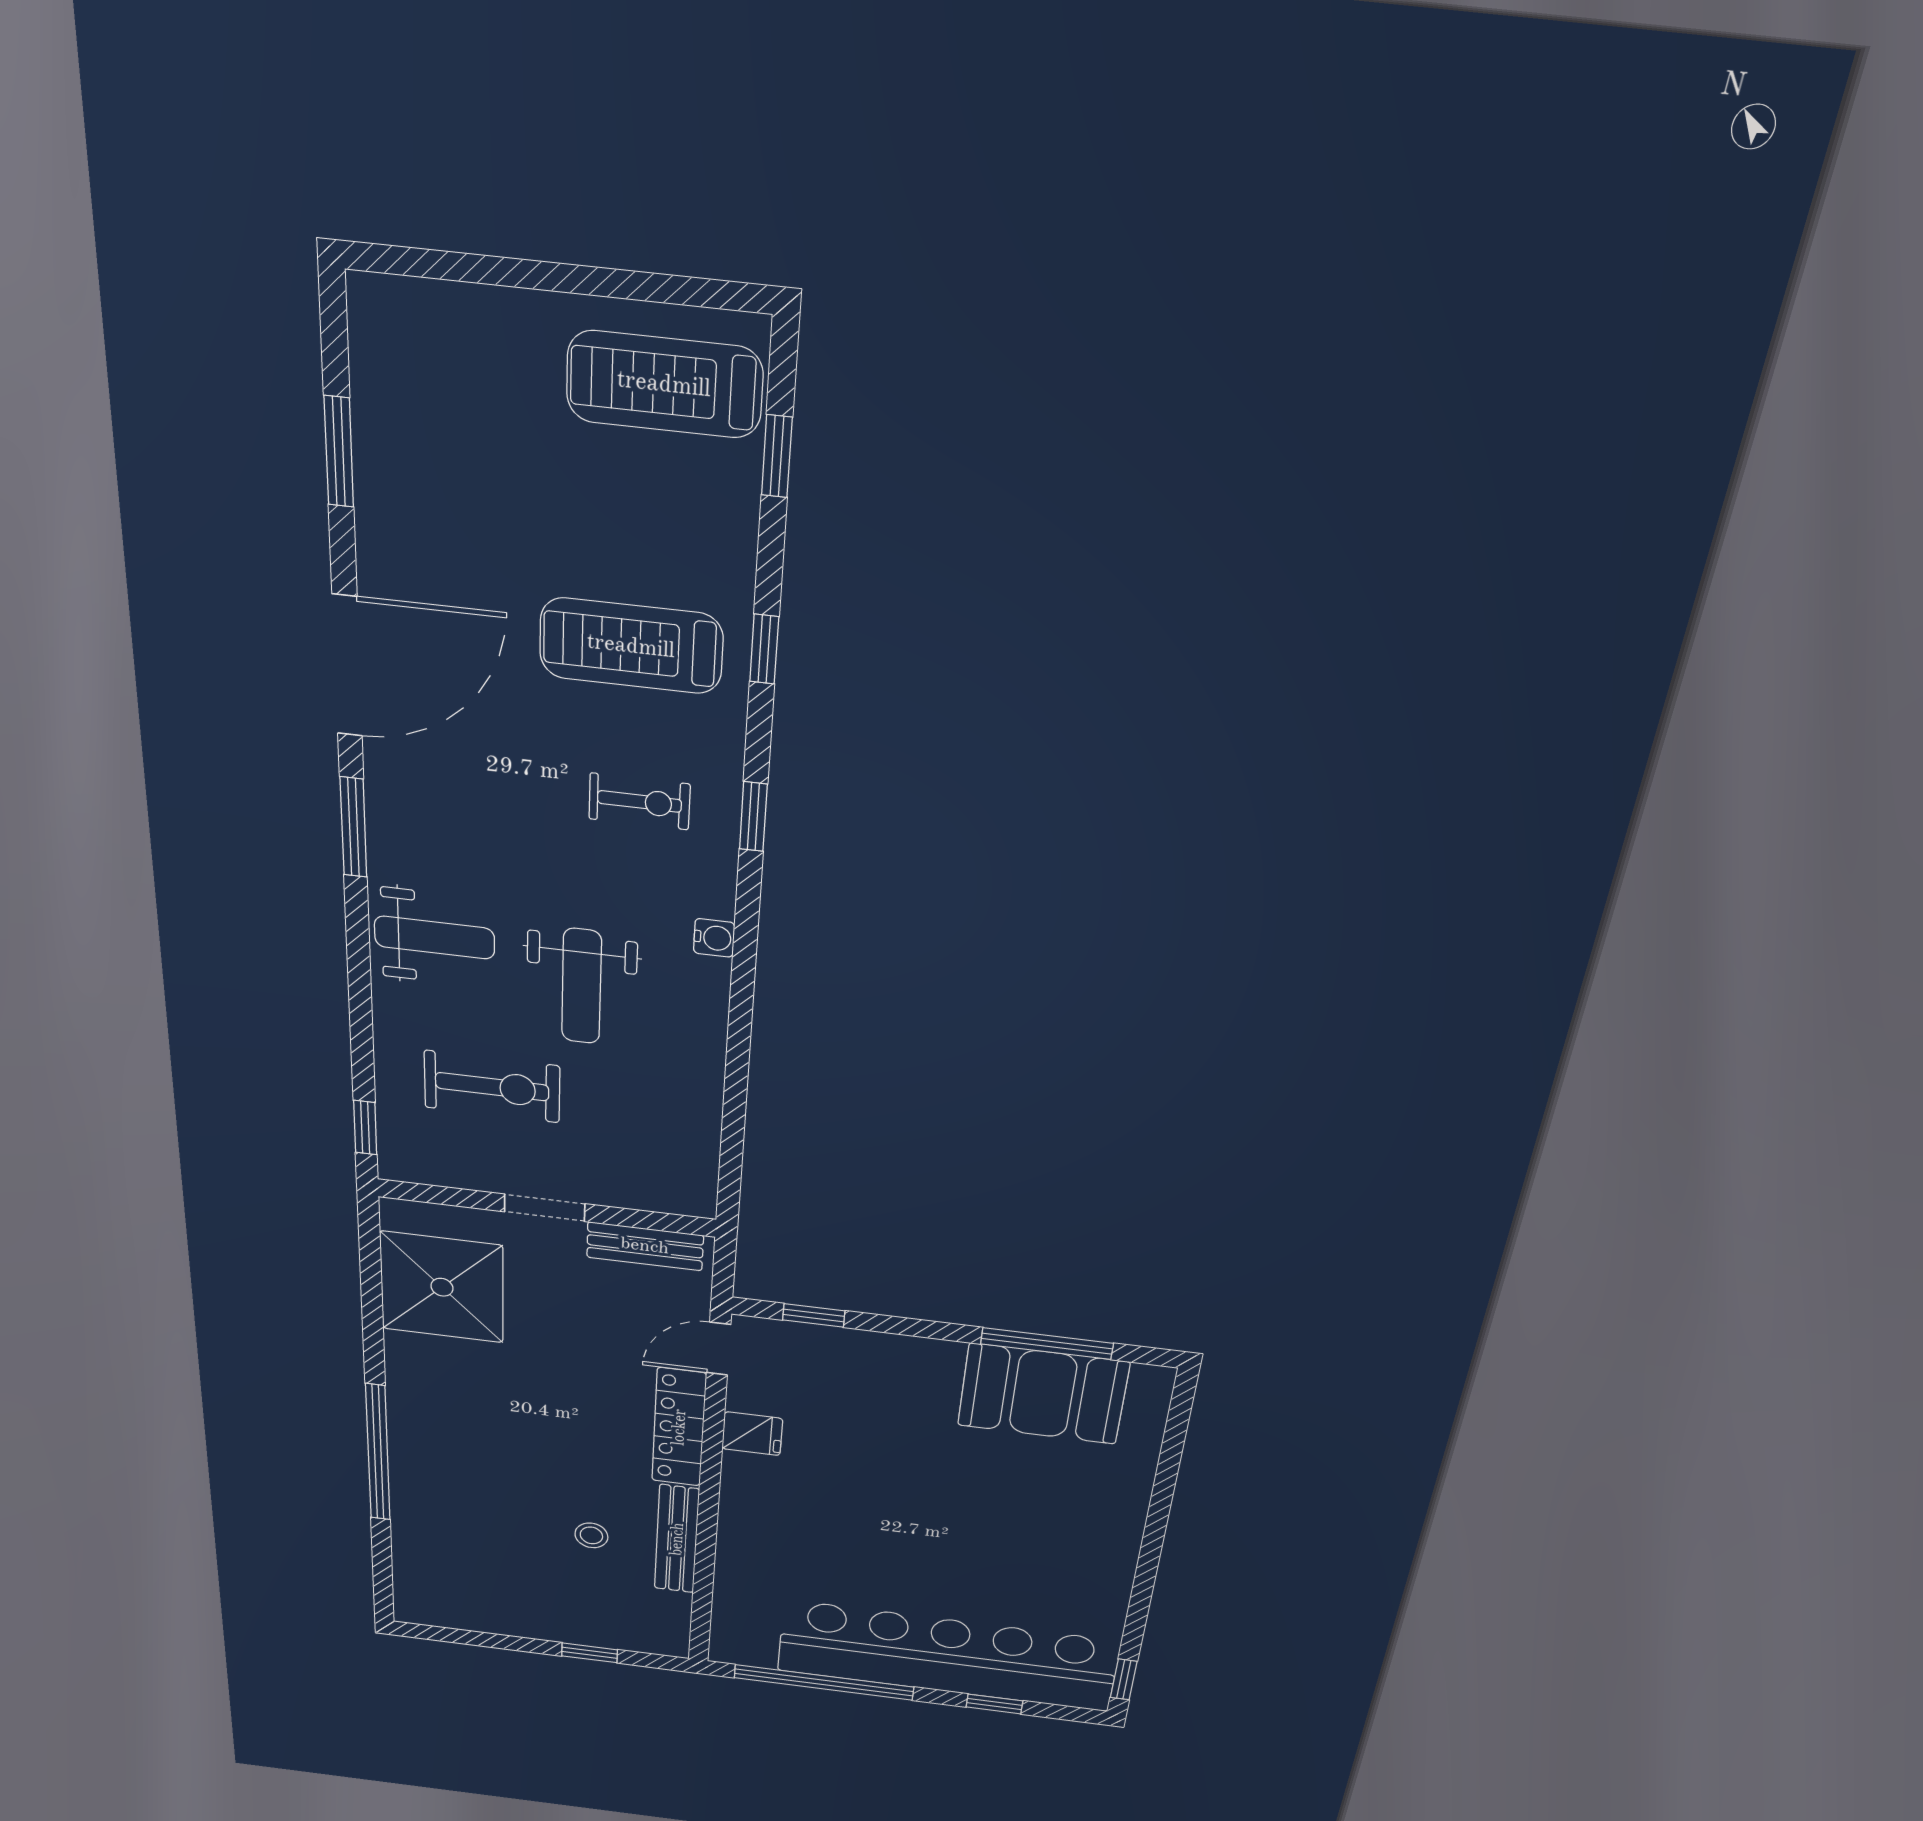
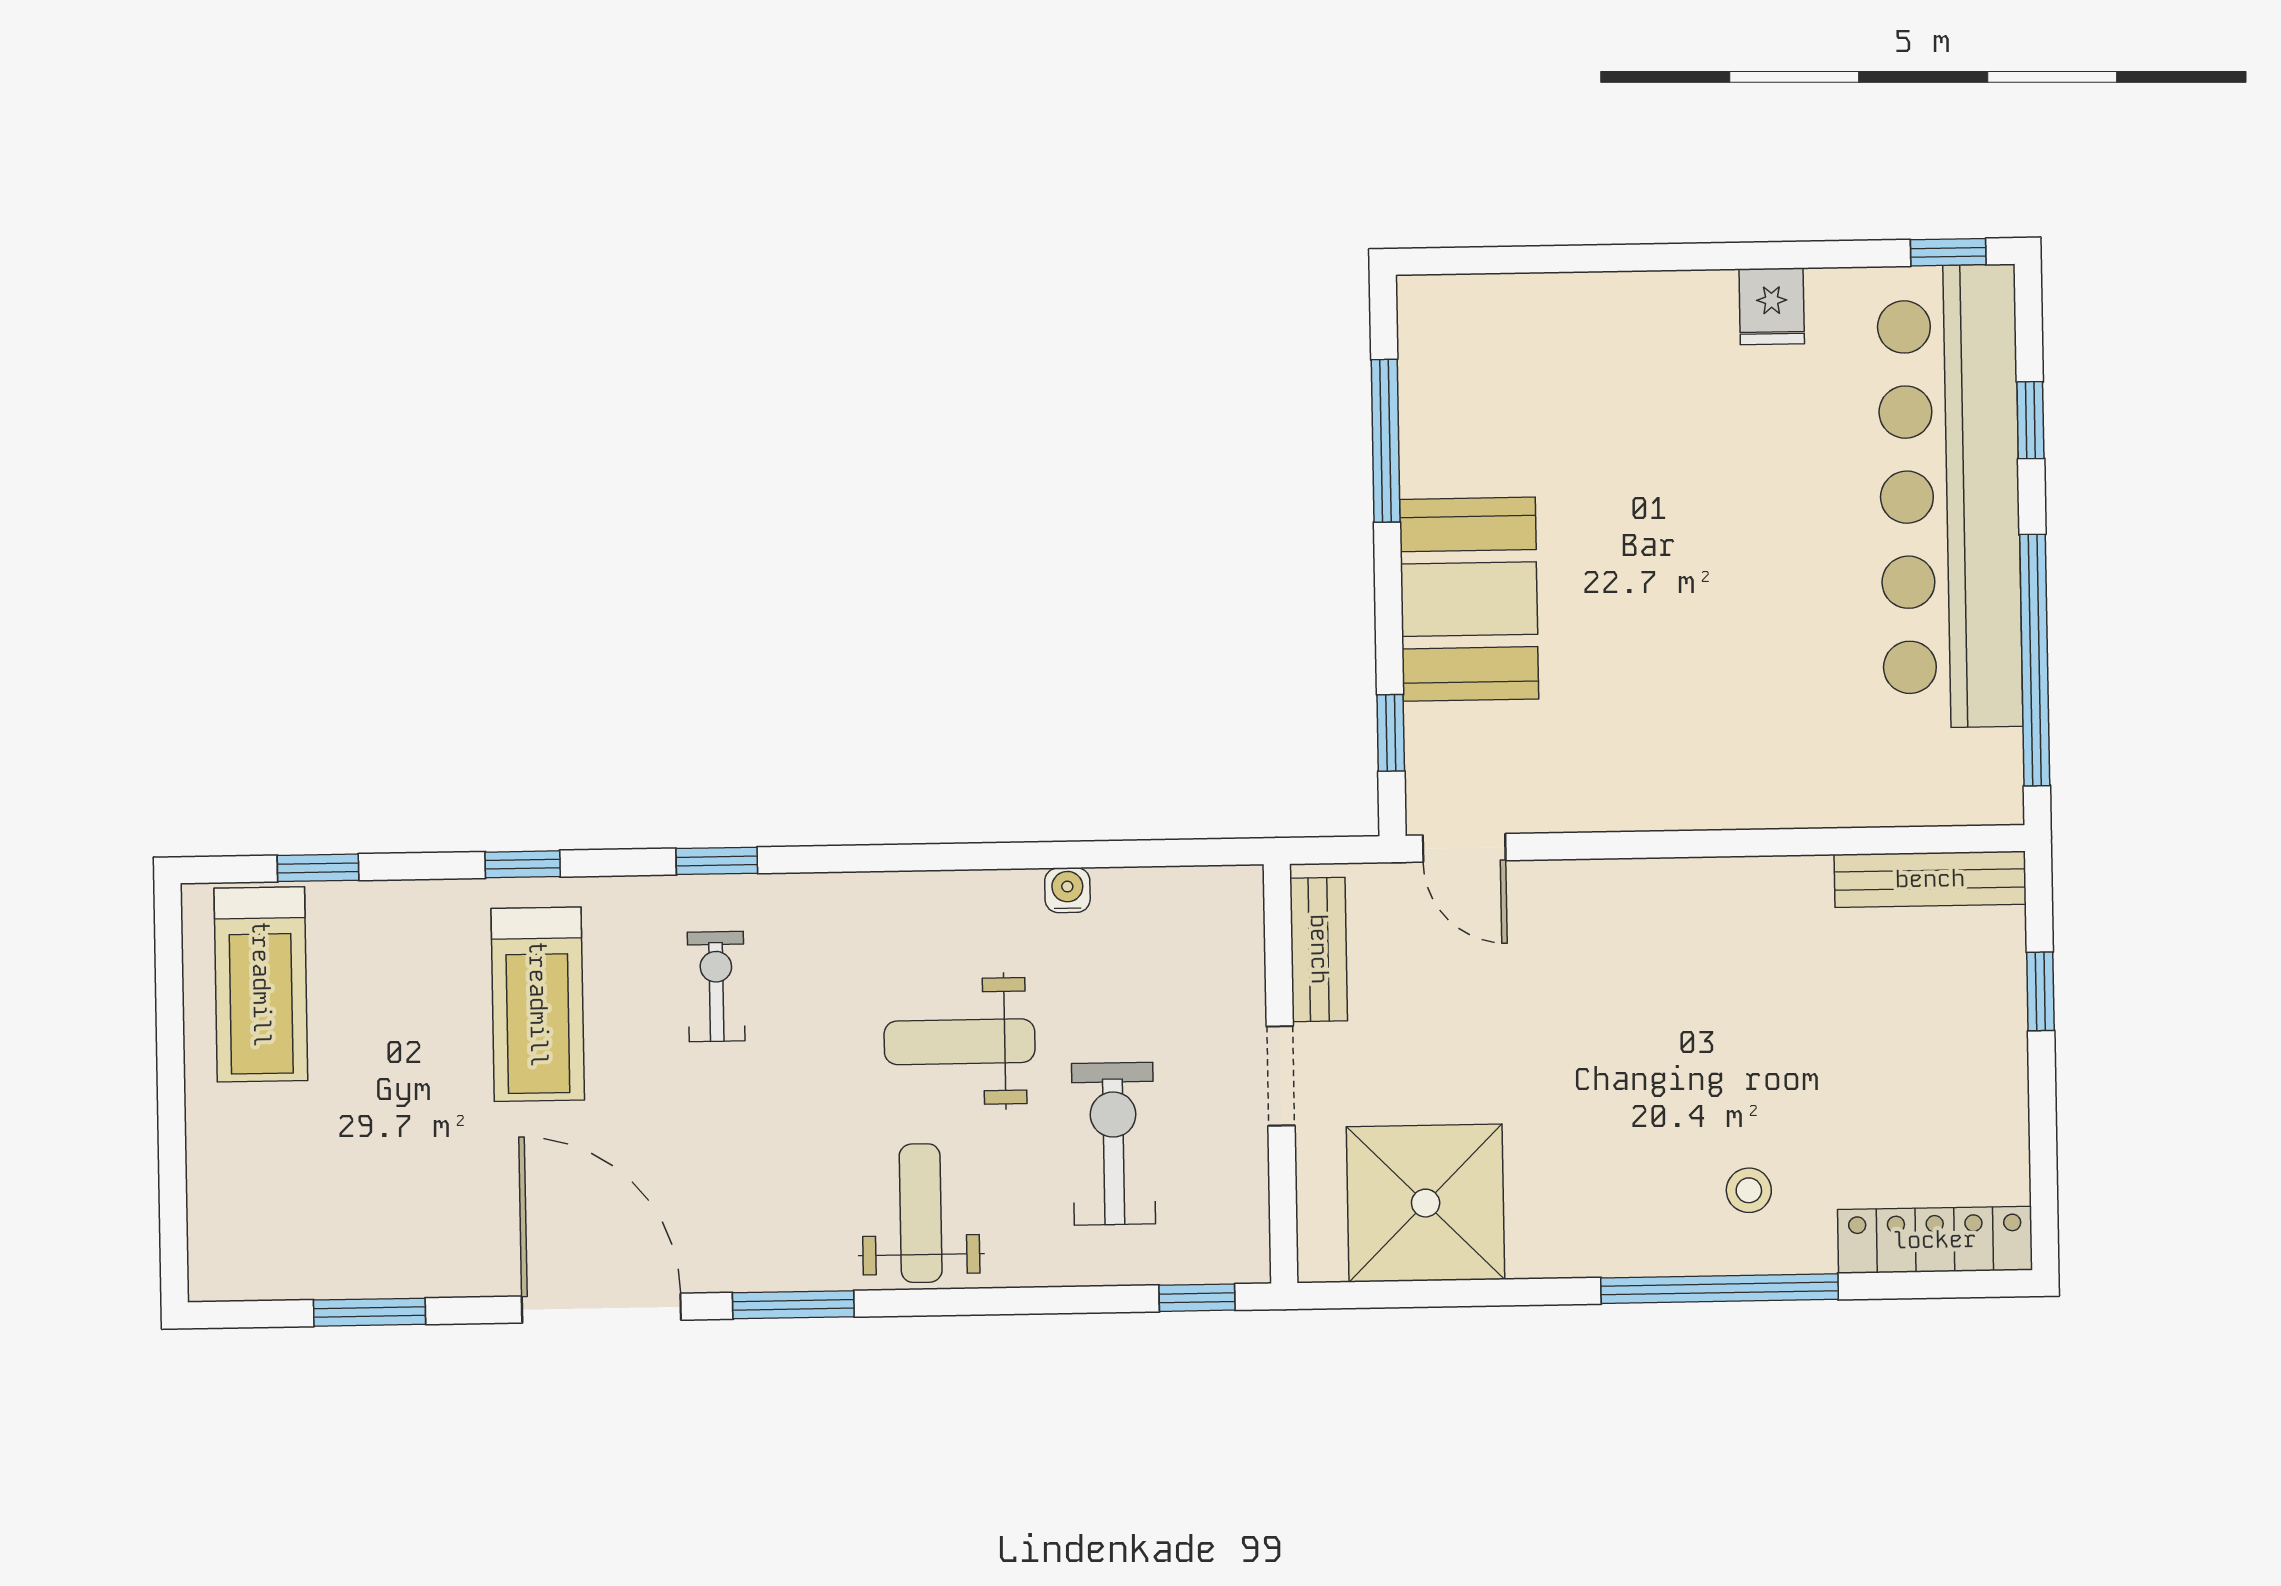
water cooler: (714, 938) -> (1067, 890), moved
weight bench: (582, 986) -> (960, 1042), turned 180
booth: (1043, 1394) -> (1469, 599), moved
locker: (679, 1427) -> (1935, 1240), moved, turned 180
fridge: (752, 1434) -> (1772, 306), moved, turned 180
stool: (591, 1535) -> (1749, 1190), moved
bench: (677, 1539) -> (1930, 879), moved

